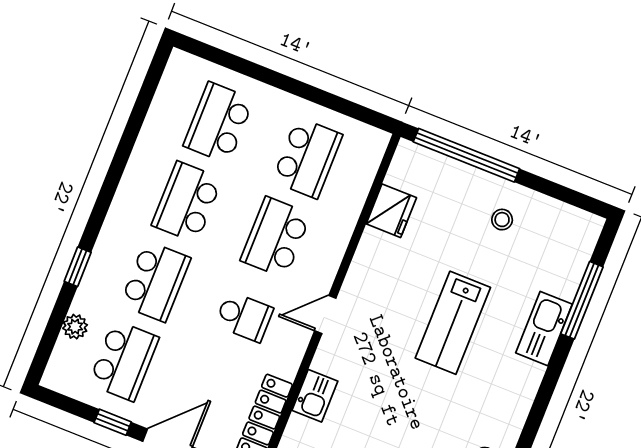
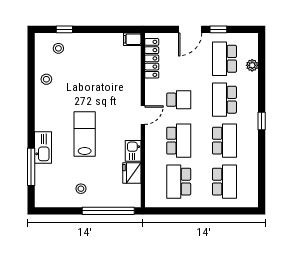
window: (78, 267) -> (262, 121), moved
school desk: (244, 317) -> (179, 100), turned 180
kitchen sink: (315, 396) -> (133, 151), moved

